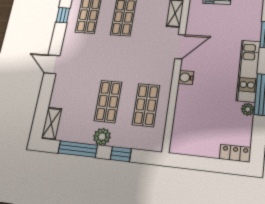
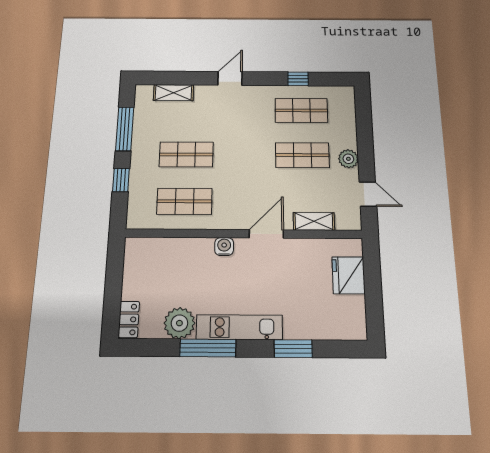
door: (180, 47) -> (266, 234), swing flipped
plant: (248, 109) -> (179, 323), width x1.88, depth x1.88
shelving: (51, 124) -> (173, 93), moved
plant: (102, 137) -> (141, 154), removed

